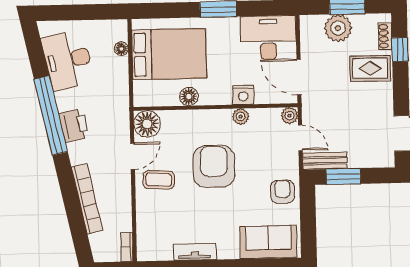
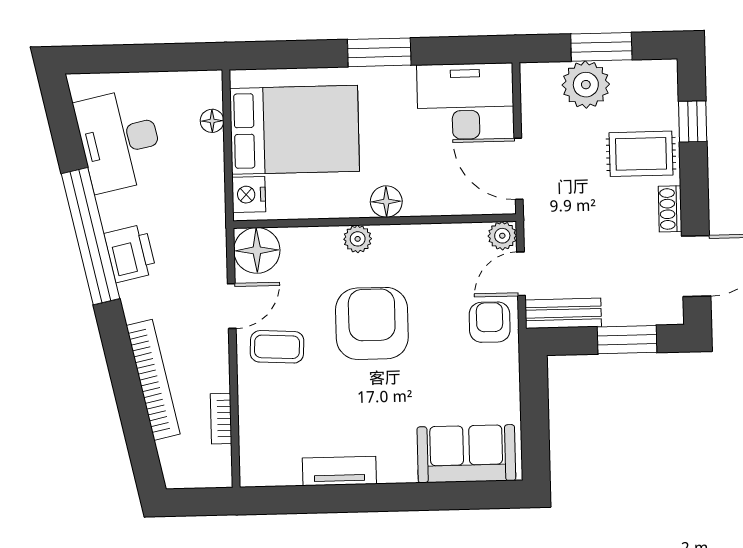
shoe rack: (385, 36) -> (670, 209), moved
nightstand: (243, 95) -> (249, 195), moved, turned 90
floor lamp: (189, 96) -> (386, 202), moved
plant: (241, 117) -> (358, 239), moved
door: (300, 138) -> (521, 274), swing flipped
window: (343, 176) -> (627, 340), moved
armchair: (283, 192) -> (490, 322), moved
bookcase: (127, 247) -> (221, 419), moved

